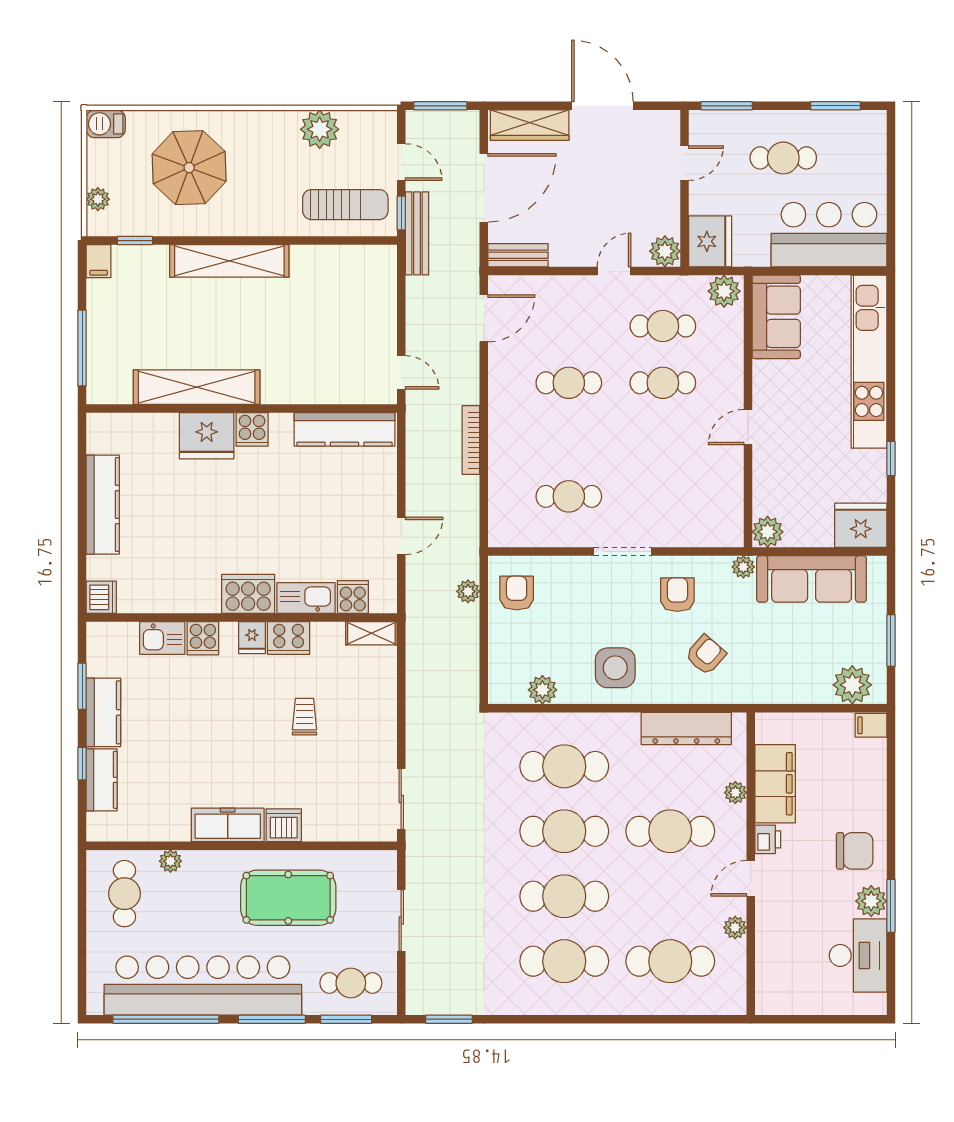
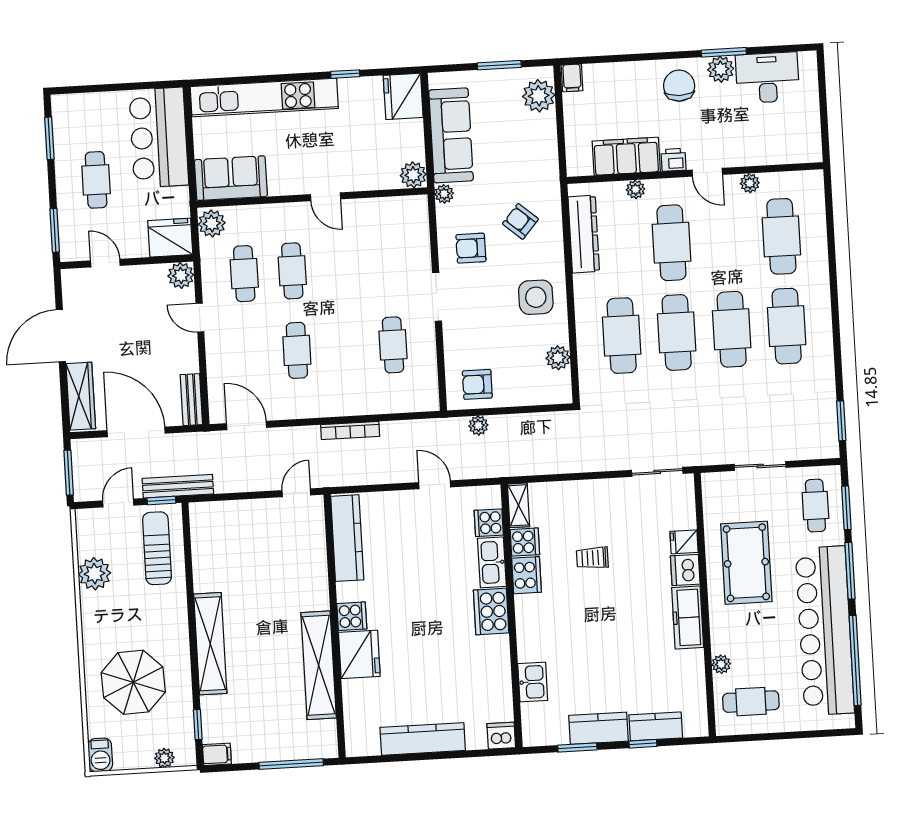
cooker: (203, 638) -> (525, 542), moved
fridge: (252, 638) -> (684, 542), moved, turned 180

